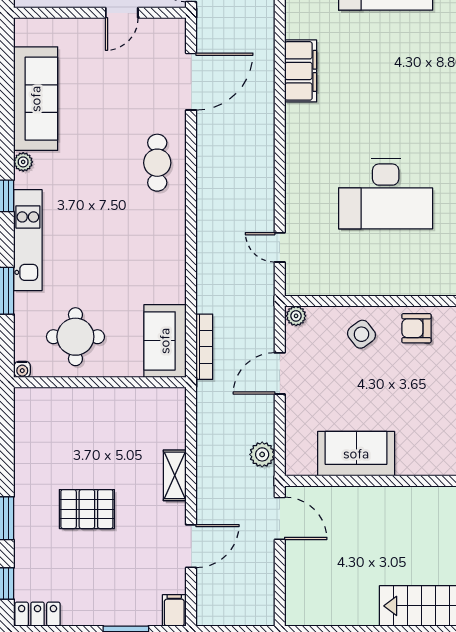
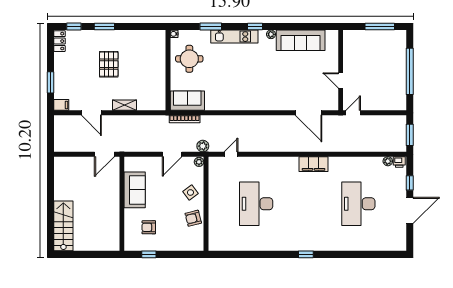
cafe table: (157, 163) -> (271, 97), removed
armchair: (416, 328) -> (193, 218), turned -104
door: (280, 373) -> (172, 154), swing flipped
armchair: (436, 423) -> (149, 227), added
plant: (262, 454) -> (203, 146), moved

